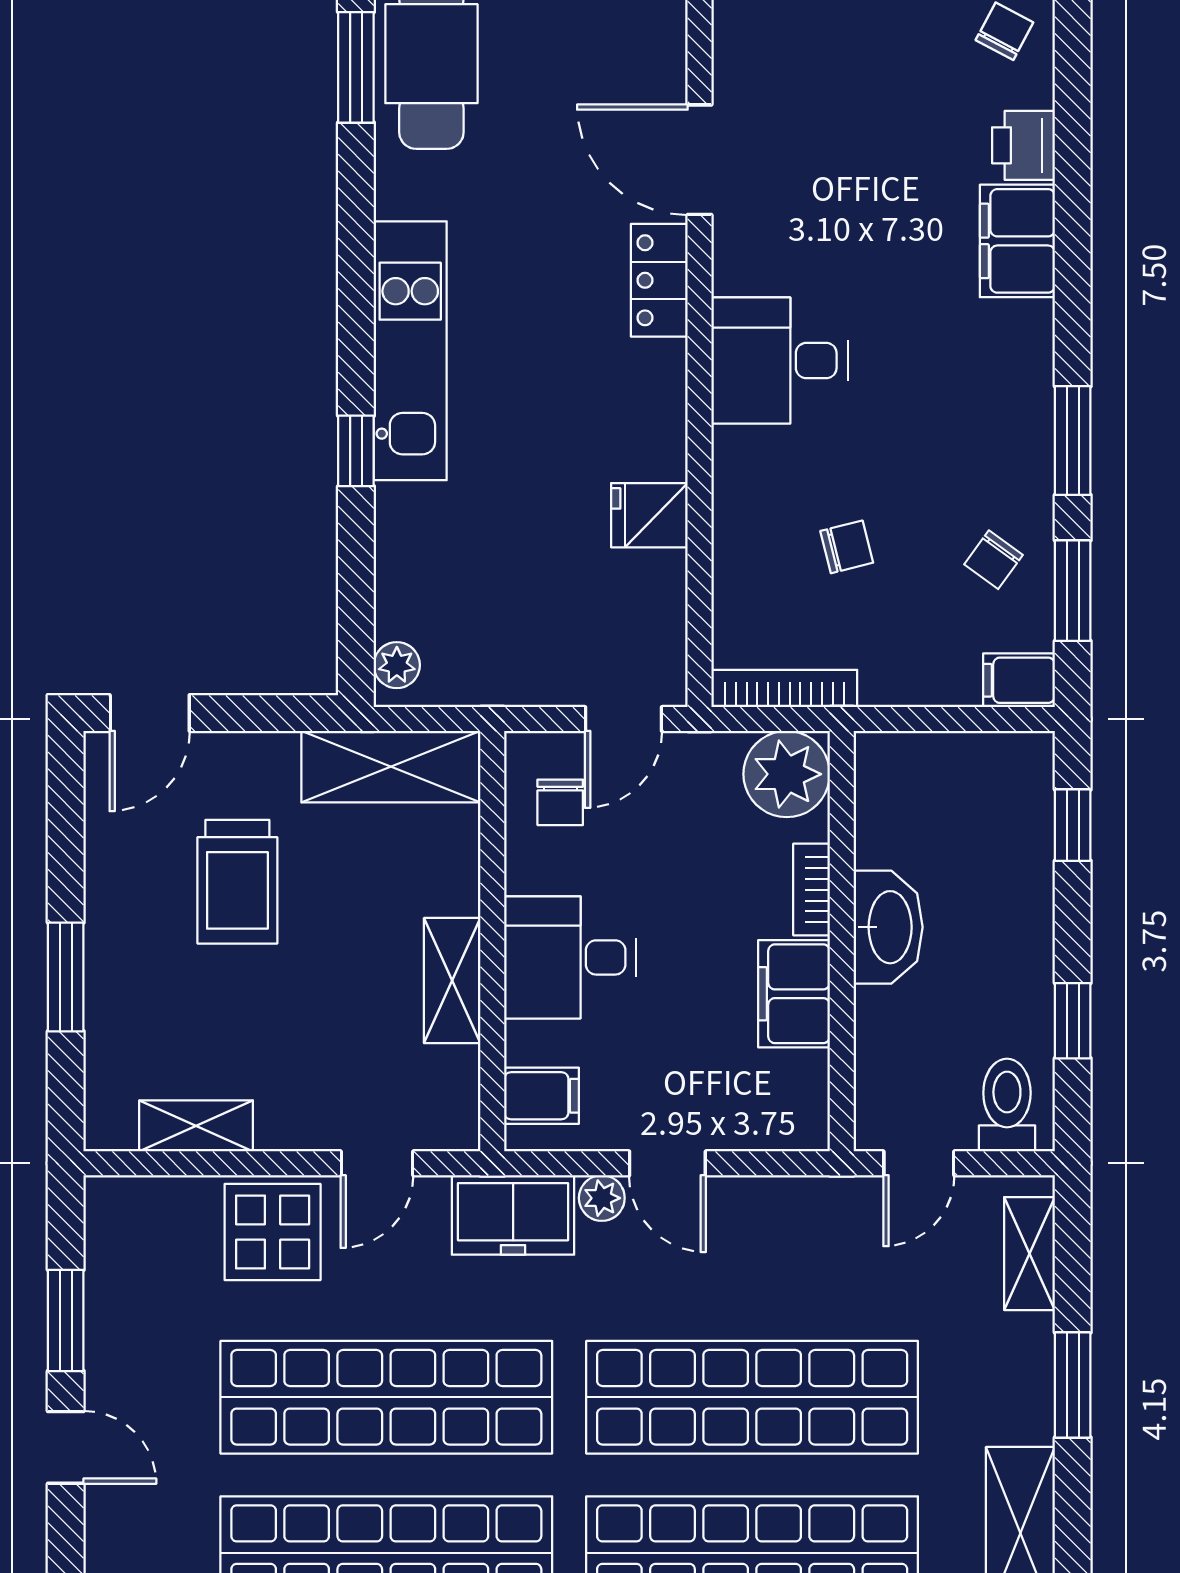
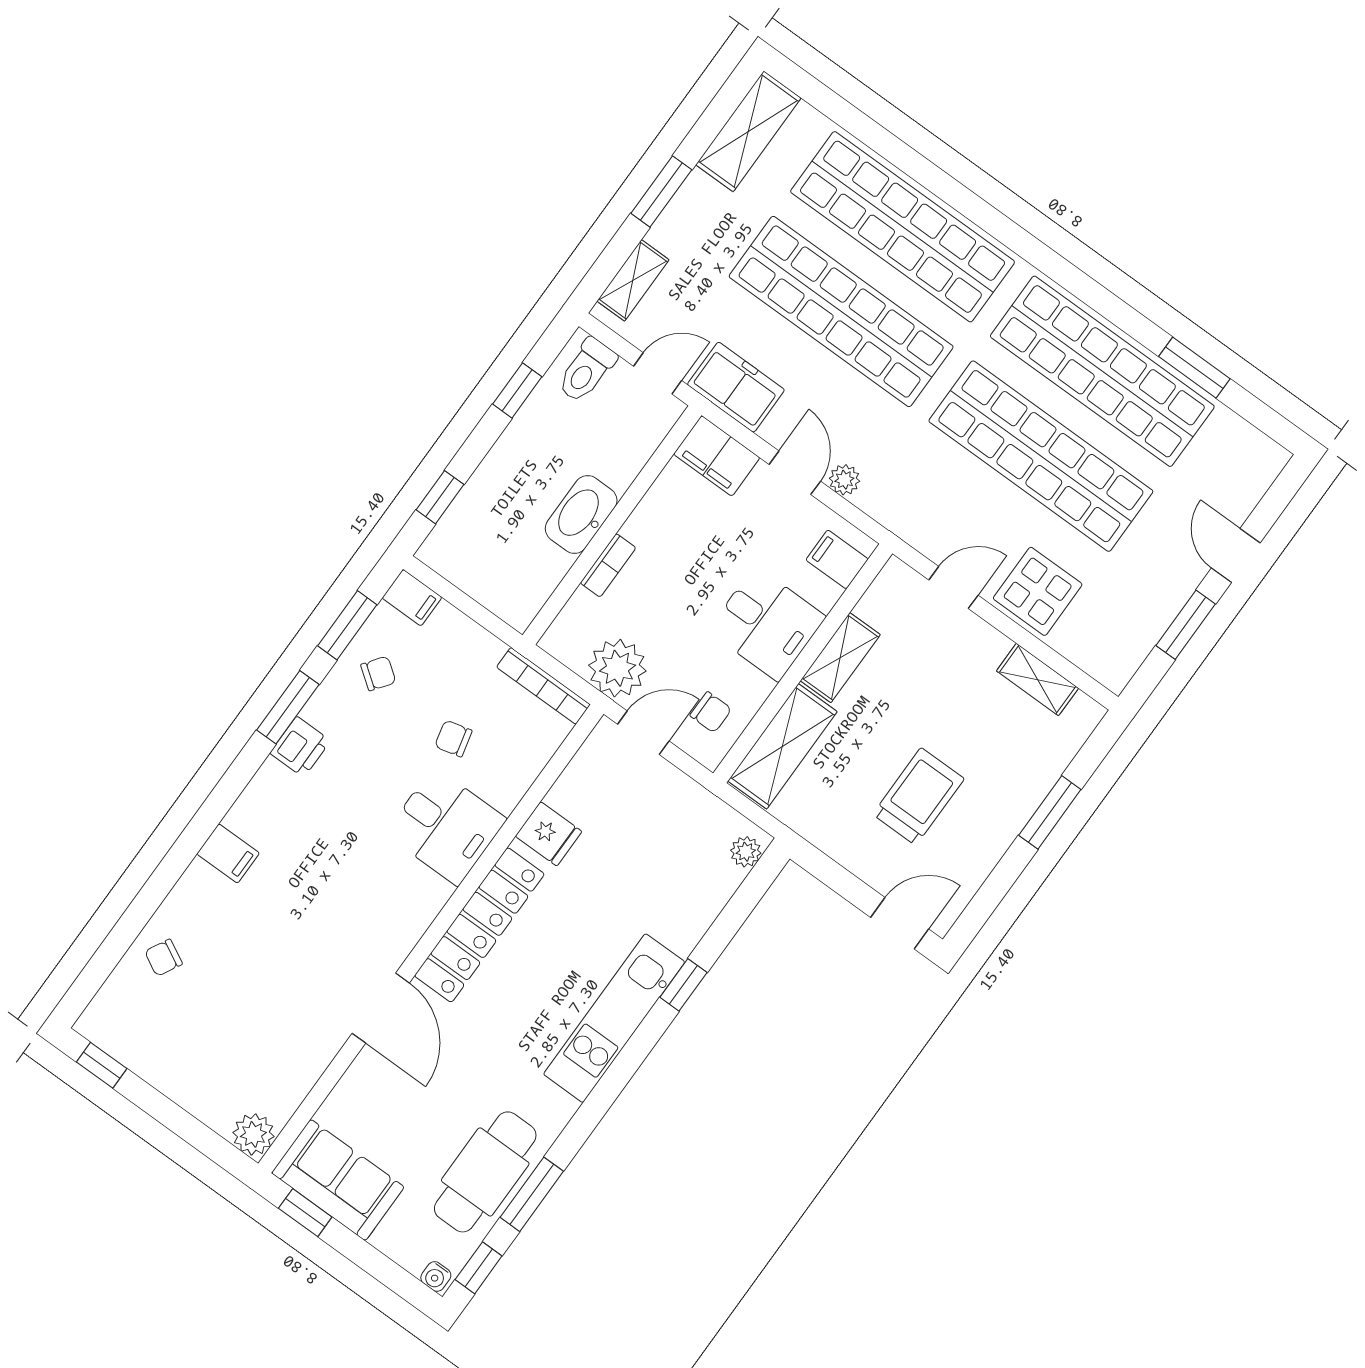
printer: (1024, 145) -> (300, 747), moved
filing cabinet: (1017, 241) -> (228, 853), width x0.50
locker: (659, 280) -> (479, 925), width x2.16, depth x1.21
desk: (779, 361) -> (446, 826), moved
shelving: (391, 767) -> (782, 746), moved, turned 90
plant: (787, 774) -> (617, 668), moved
chair: (560, 802) -> (711, 712), turned 90
filing cabinet: (794, 994) -> (717, 456), moved, turned 90
freezer: (513, 1215) -> (736, 387), moved

